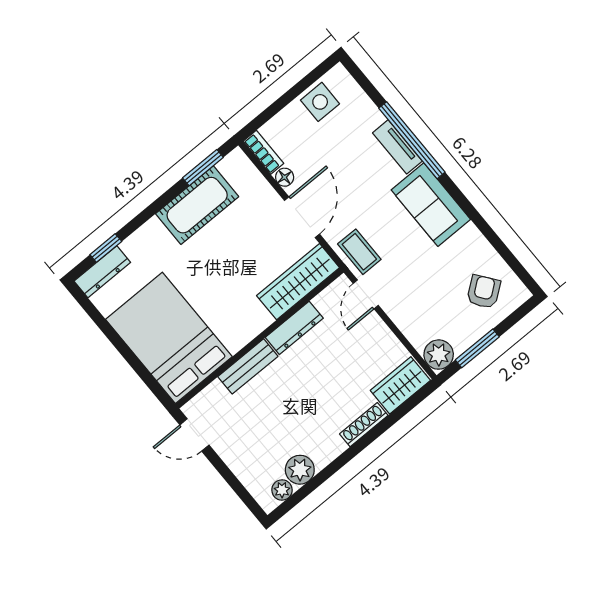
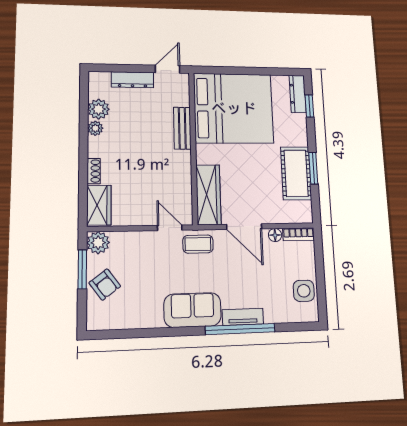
window: (203, 168) -> (313, 168), moved
armchair: (484, 292) -> (105, 285), moved
dresser: (294, 328) -> (132, 80), moved, turned -90
bed: (169, 338) -> (234, 108), width x1.36
shoe rack: (364, 425) -> (94, 171), width x0.70
plant: (282, 490) -> (95, 128), moved

